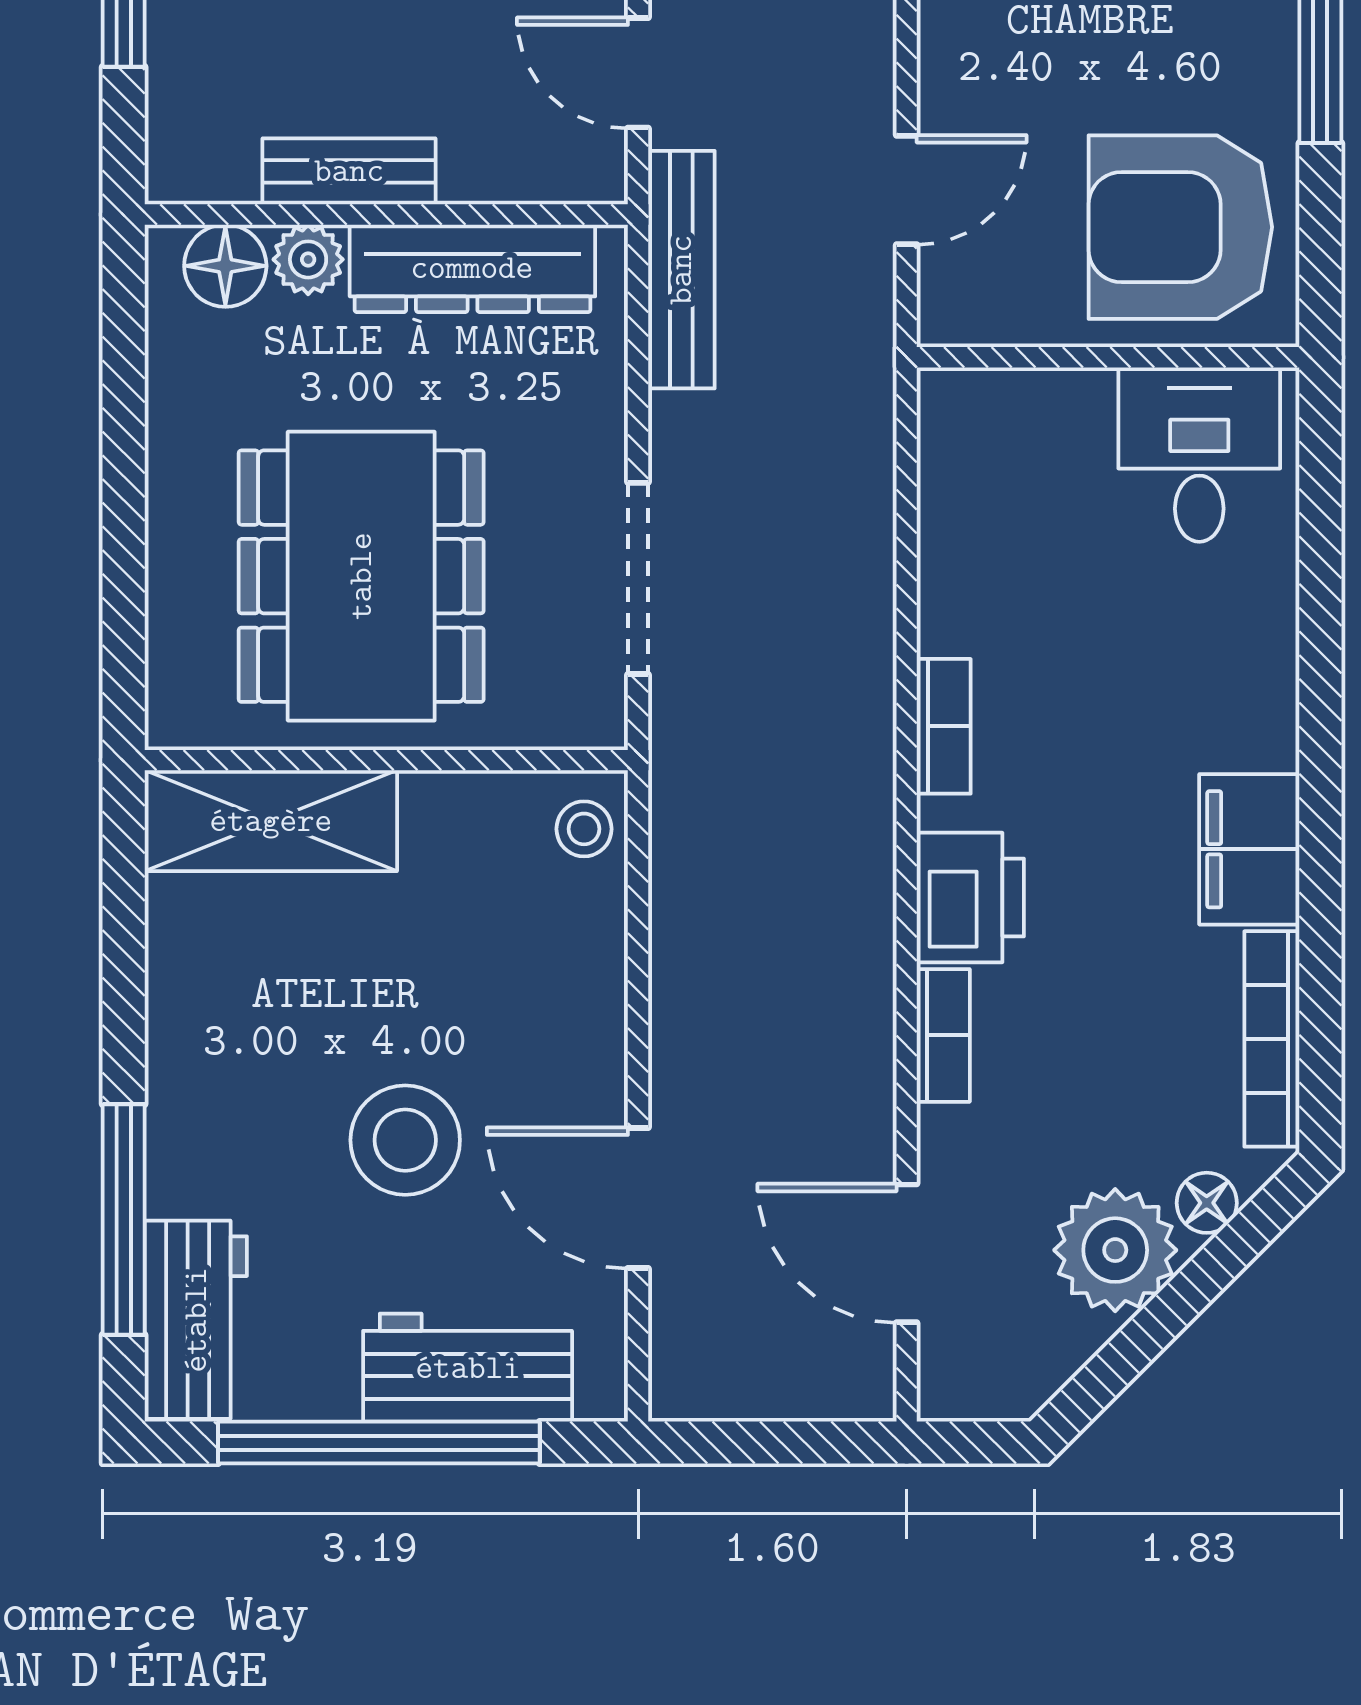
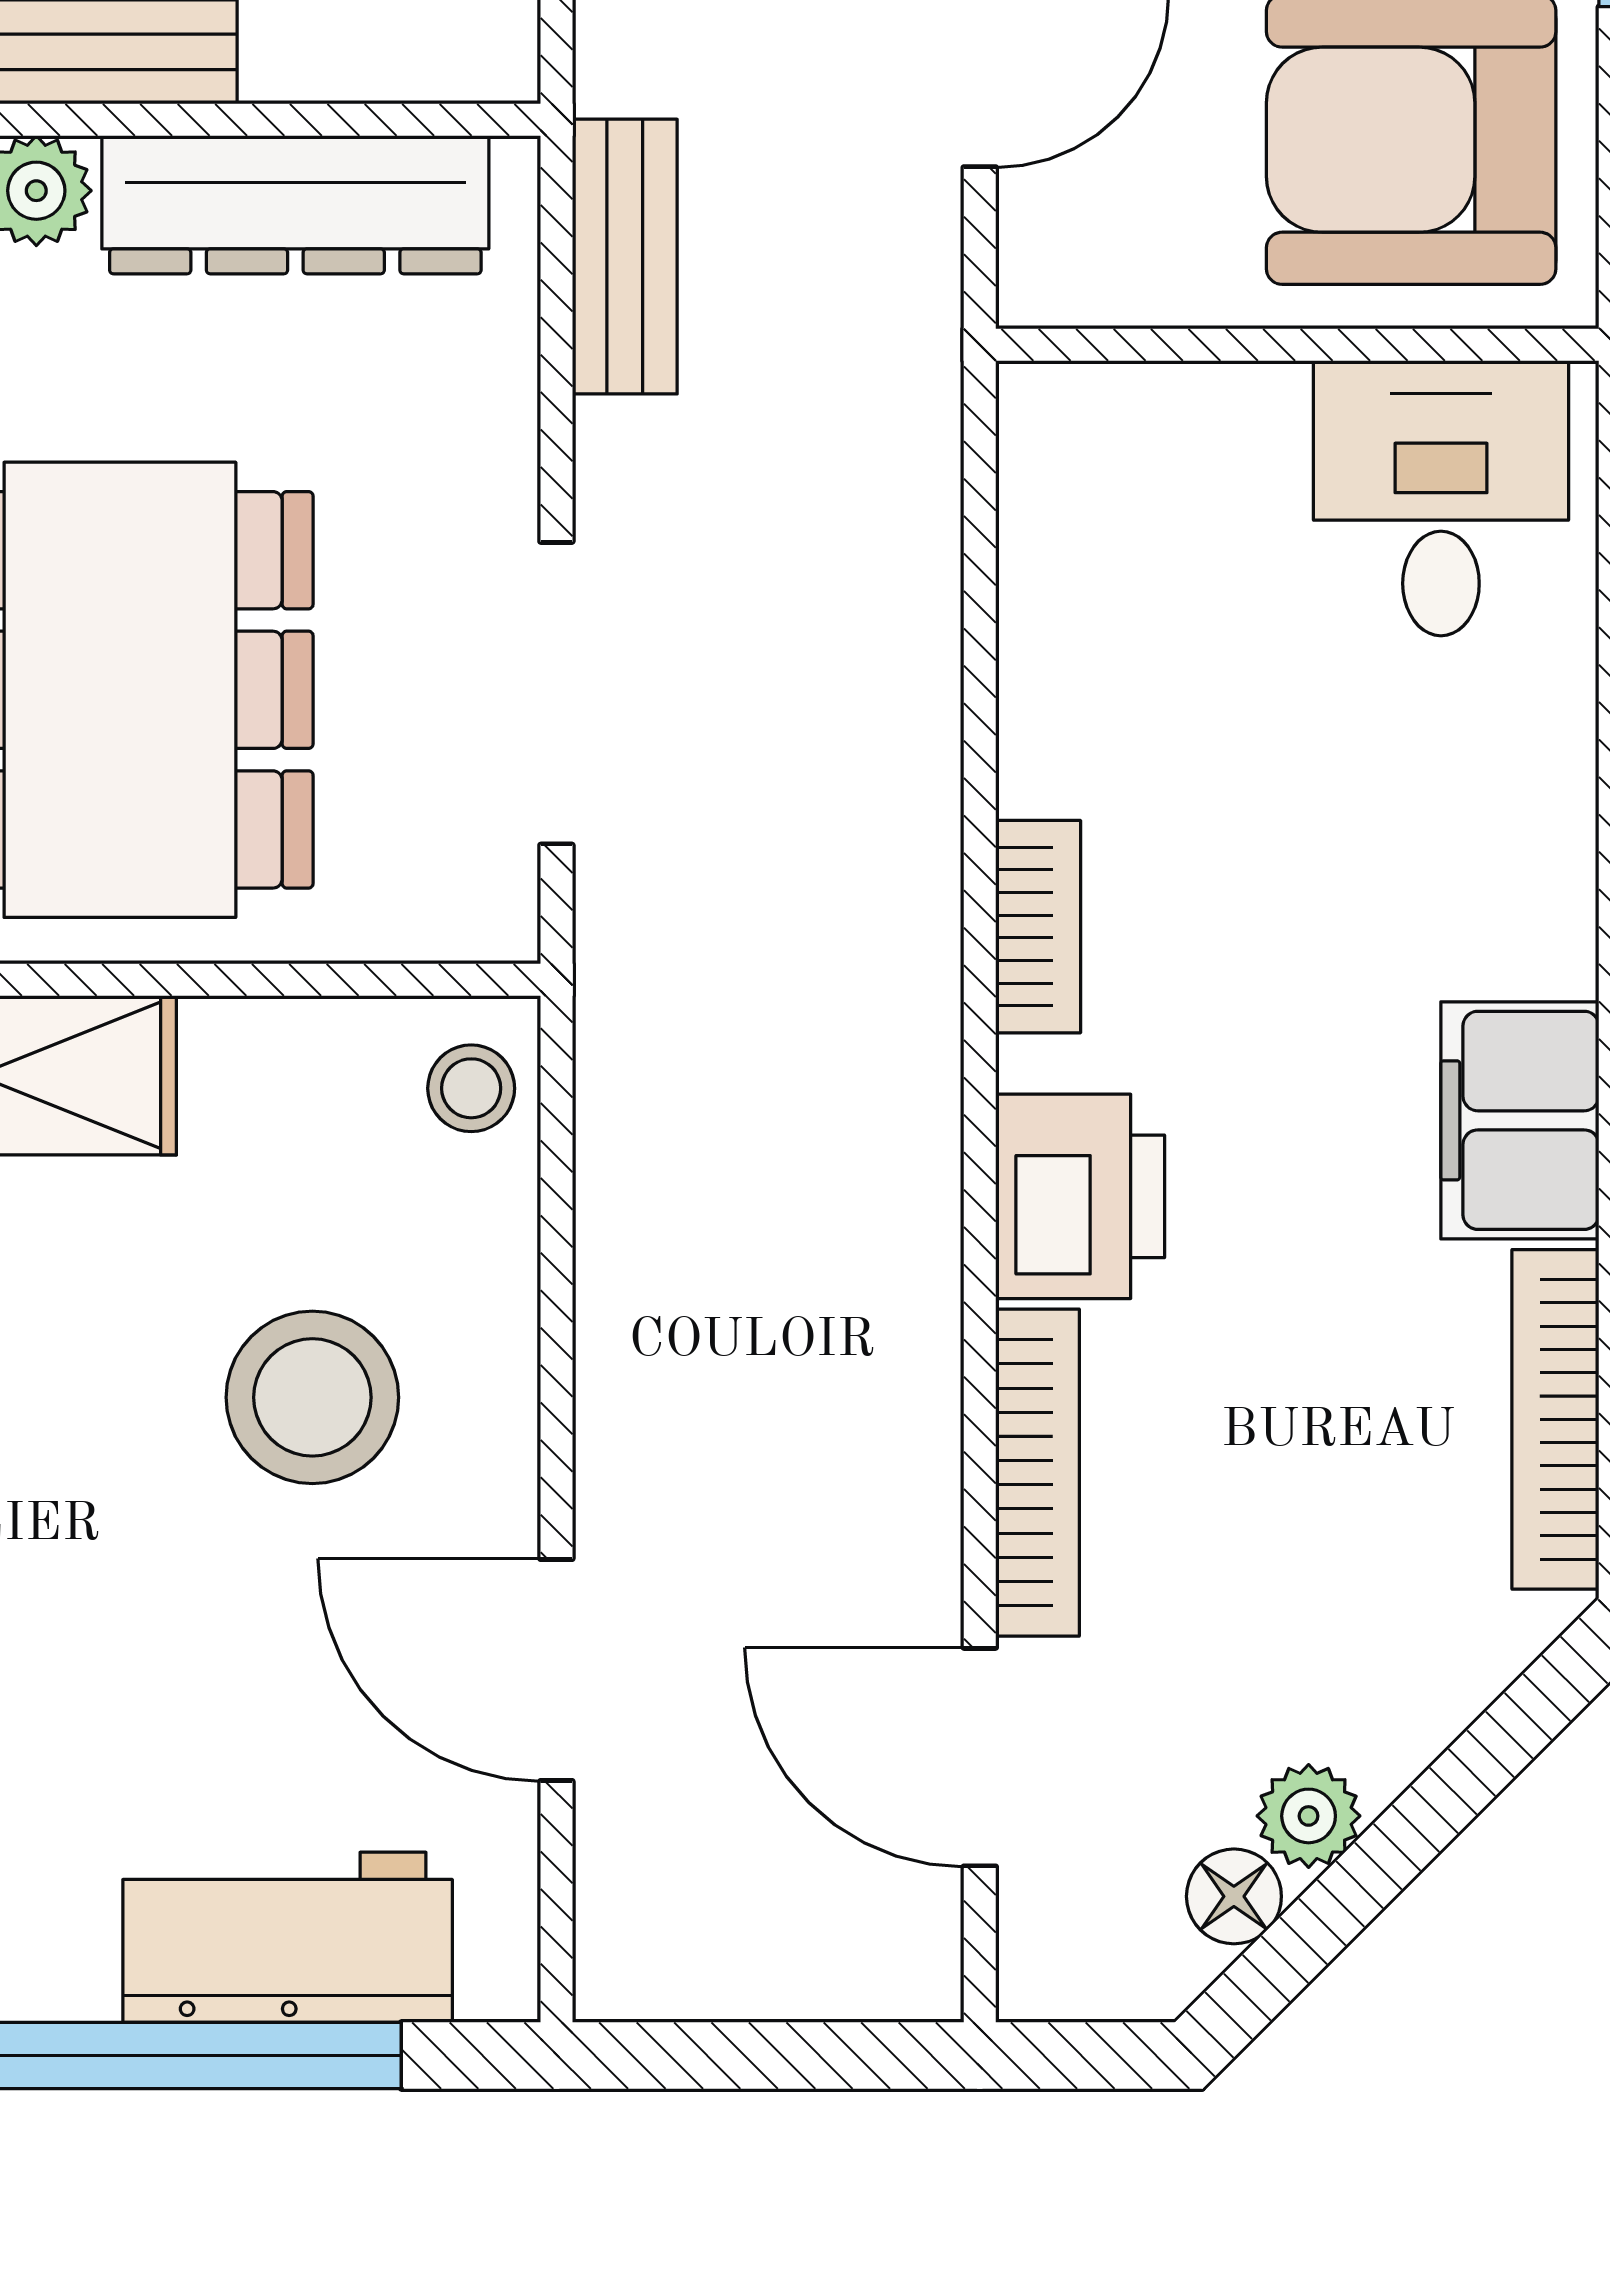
bench: (681, 270) -> (625, 257), width x0.73
bookcase: (943, 1035) -> (1037, 1473), width x1.56
stool: (405, 1140) -> (312, 1397), moved
floor lamp: (1207, 1203) -> (1234, 1896), moved
plant: (1115, 1250) -> (1309, 1816), width x0.53, depth x0.53

